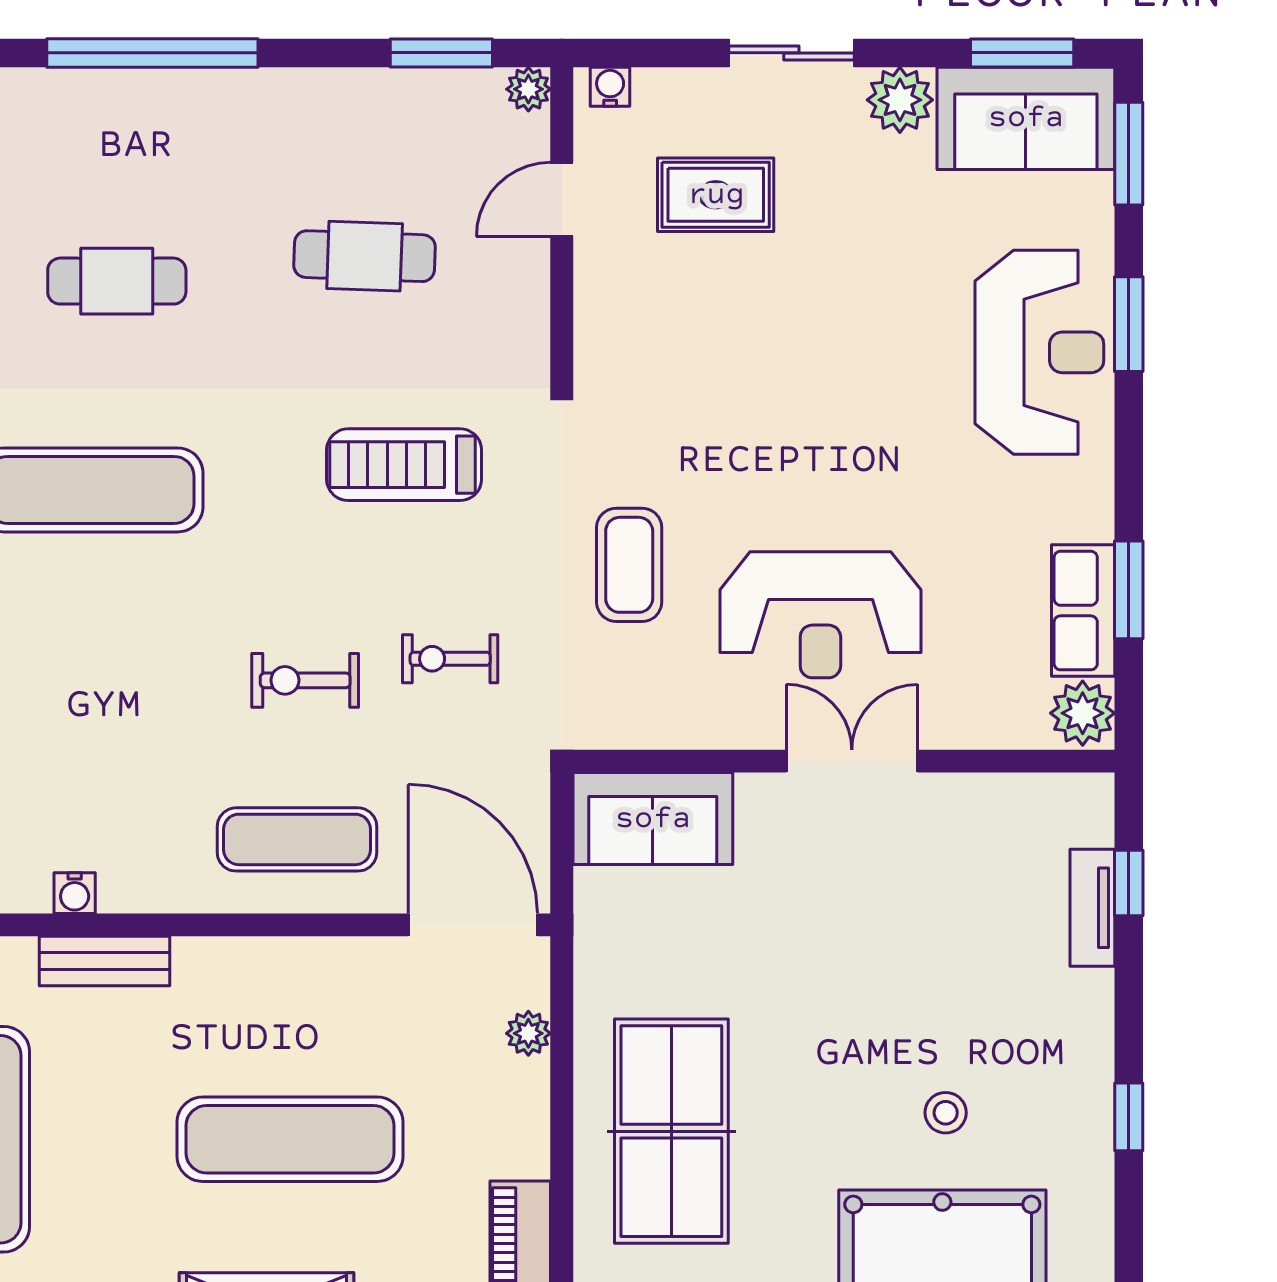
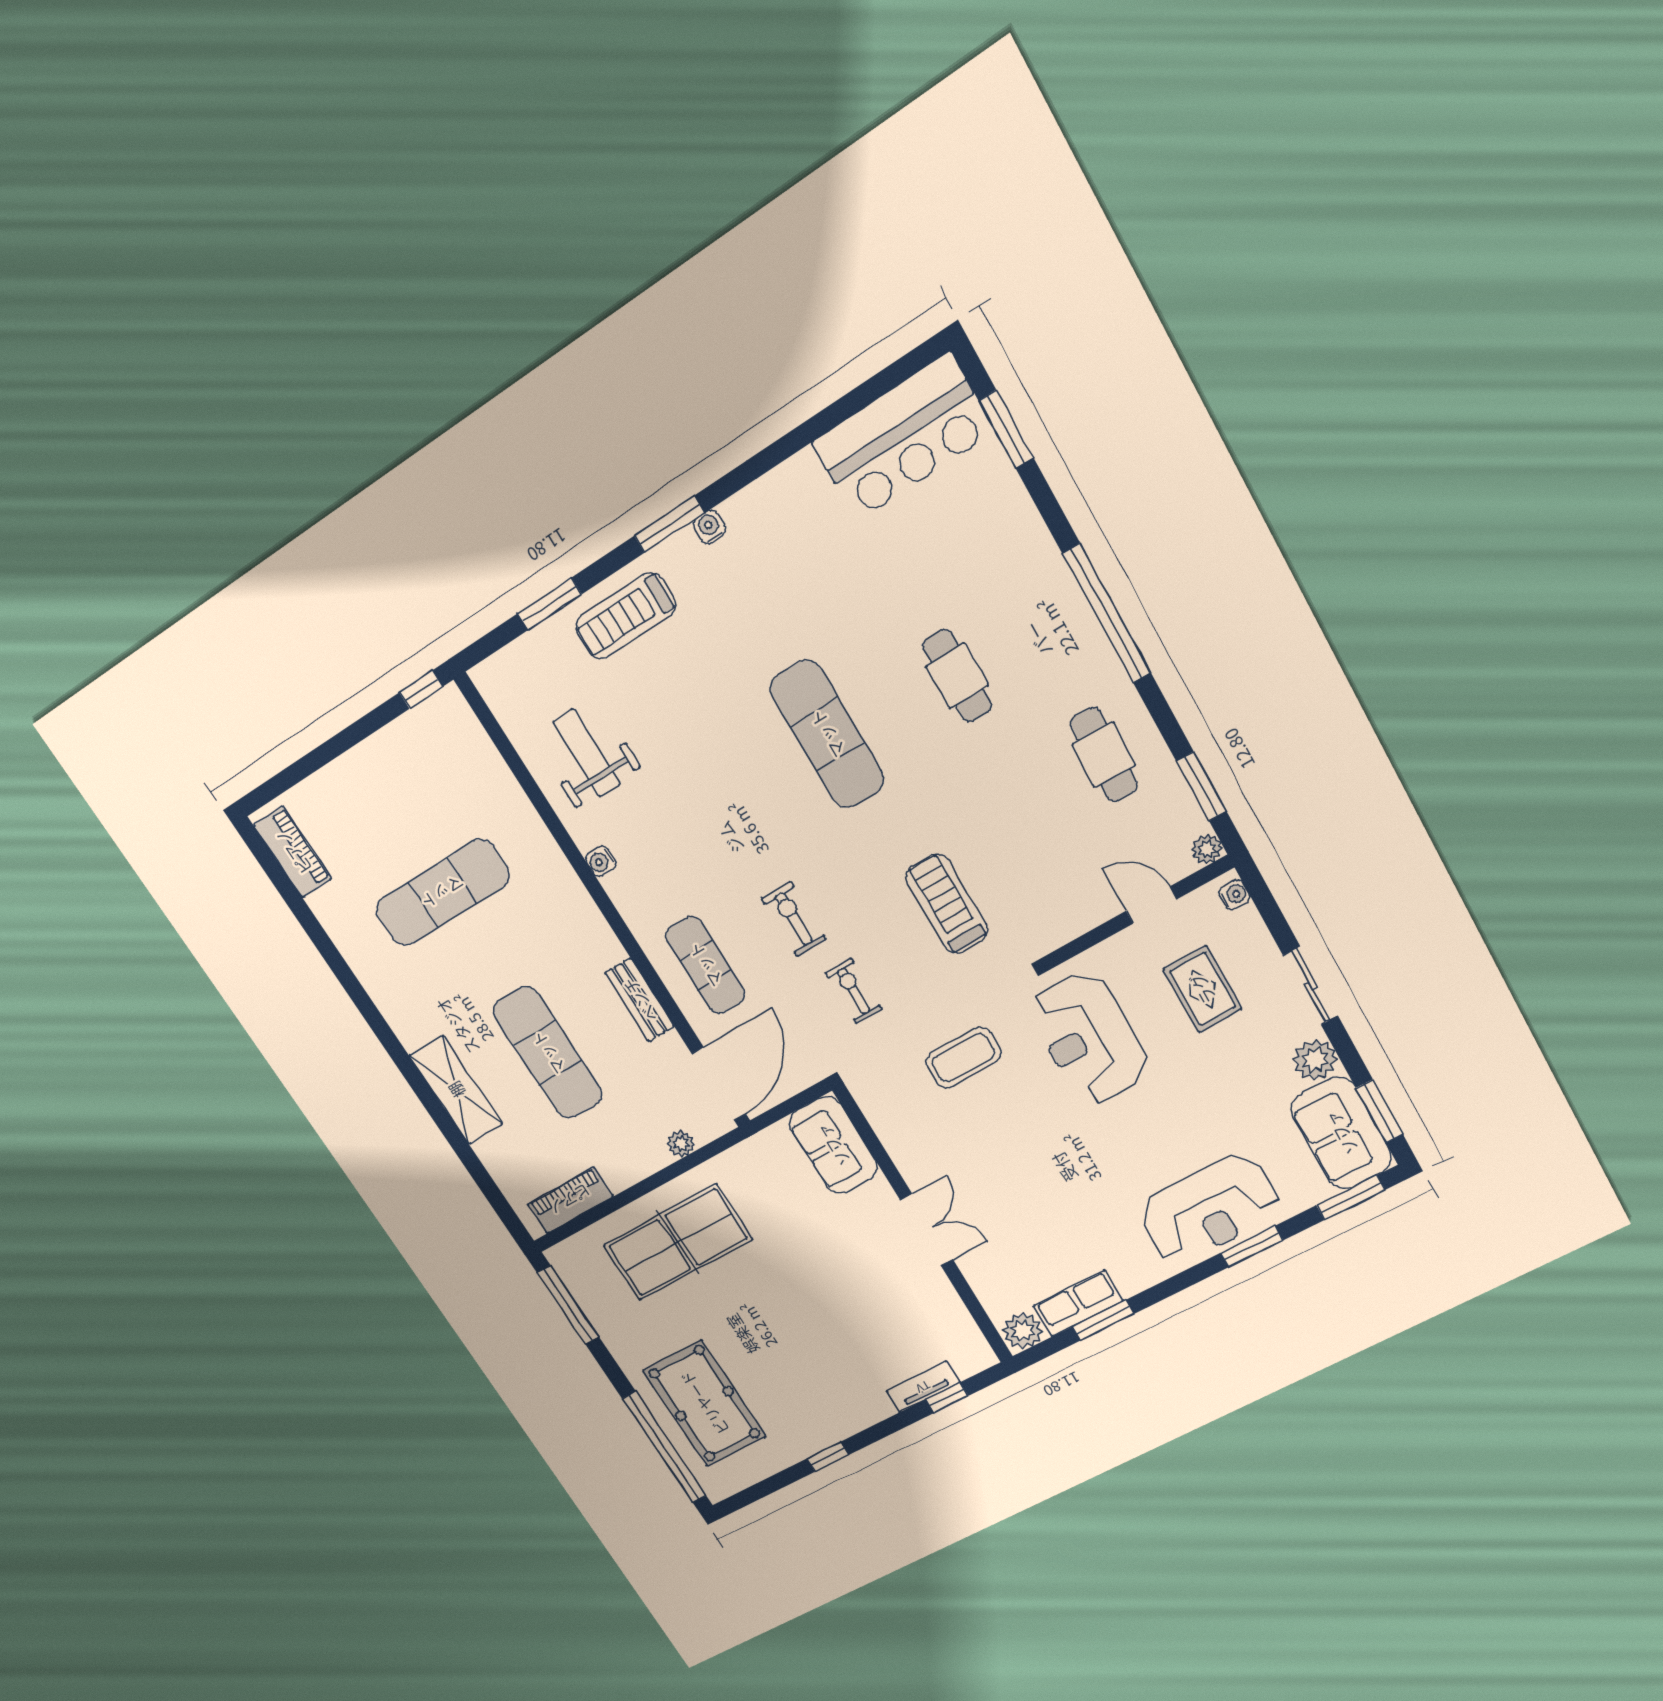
cafe table: (365, 256) -> (1104, 755), moved
reception desk: (820, 615) -> (1089, 1039), moved
bench: (104, 961) -> (640, 1000), moved
stool: (946, 1113) -> (774, 1370), removed

